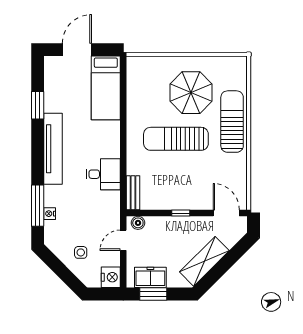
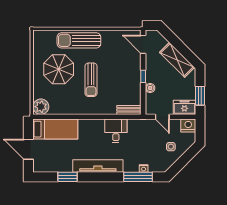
plant: (138, 67) -> (41, 107), added
sun lounger: (176, 139) -> (91, 80), width x0.73, depth x0.75
door: (226, 213) -> (143, 44), hinge flipped
boiler: (138, 223) -> (150, 88), moved
freezer: (150, 277) -> (184, 107), moved, turned 90

